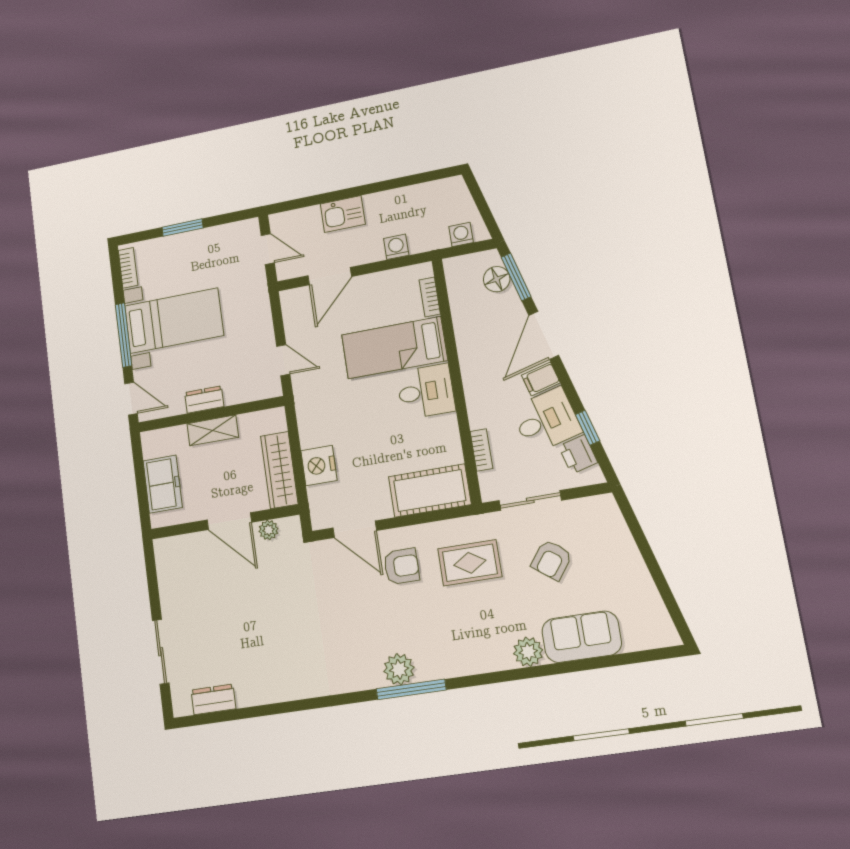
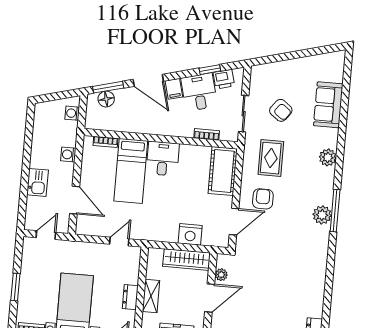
plant: (528, 652) -> (328, 157), moved

